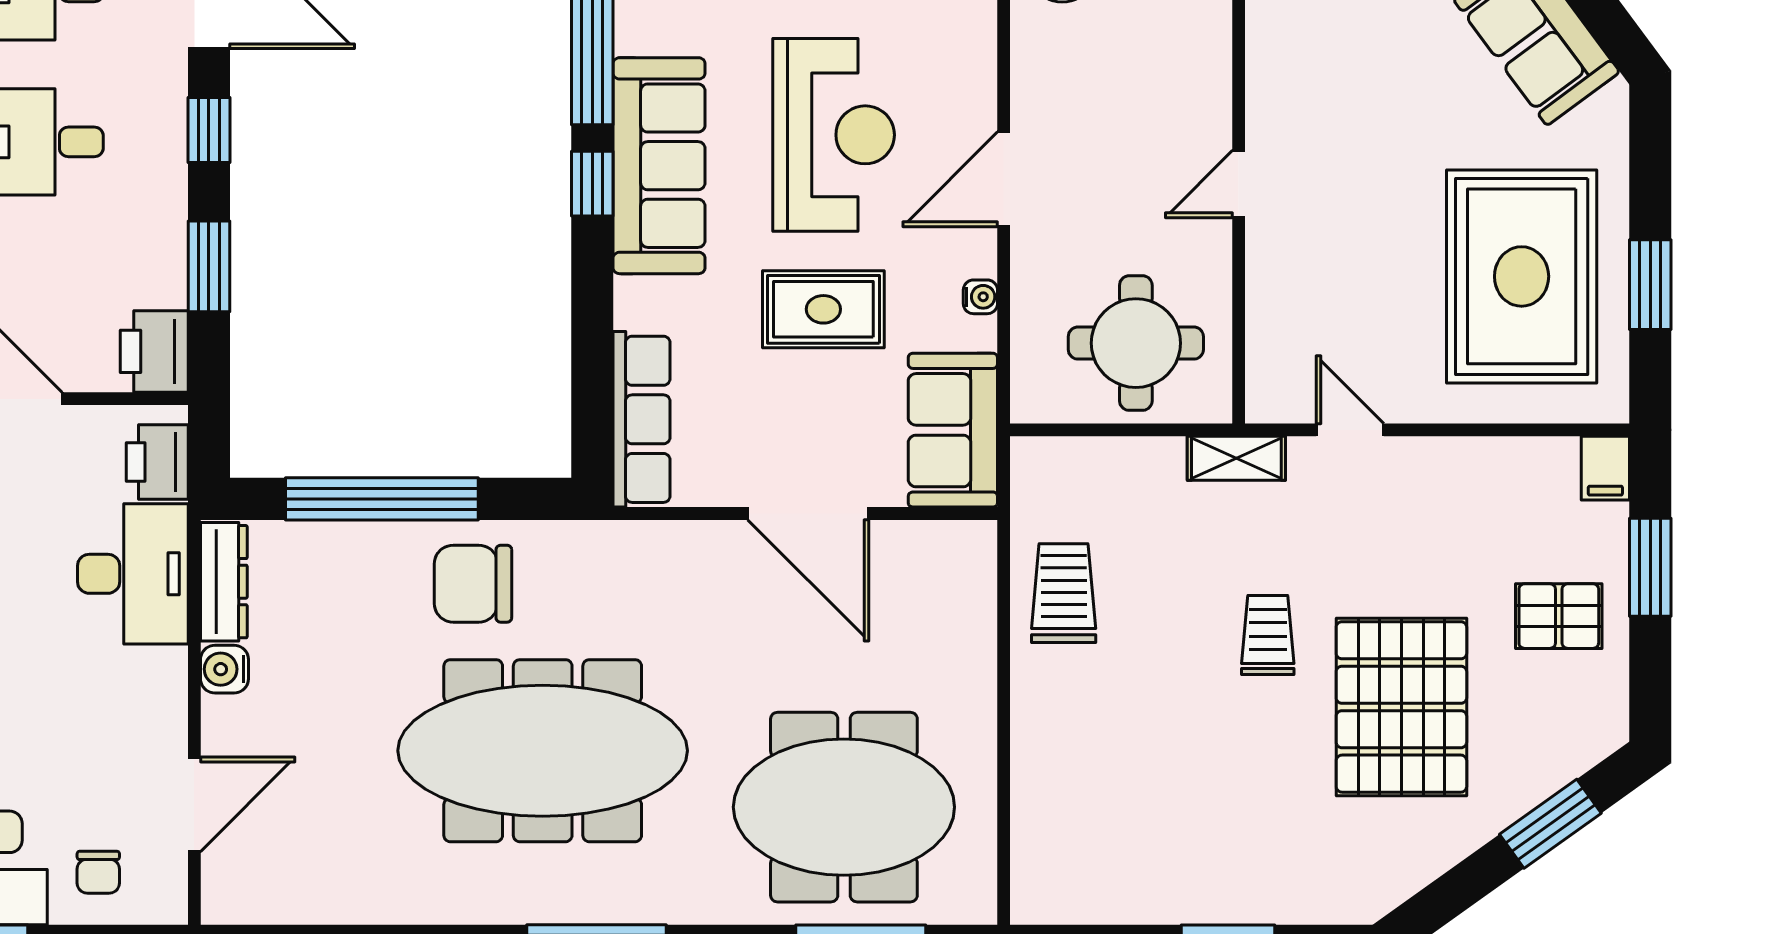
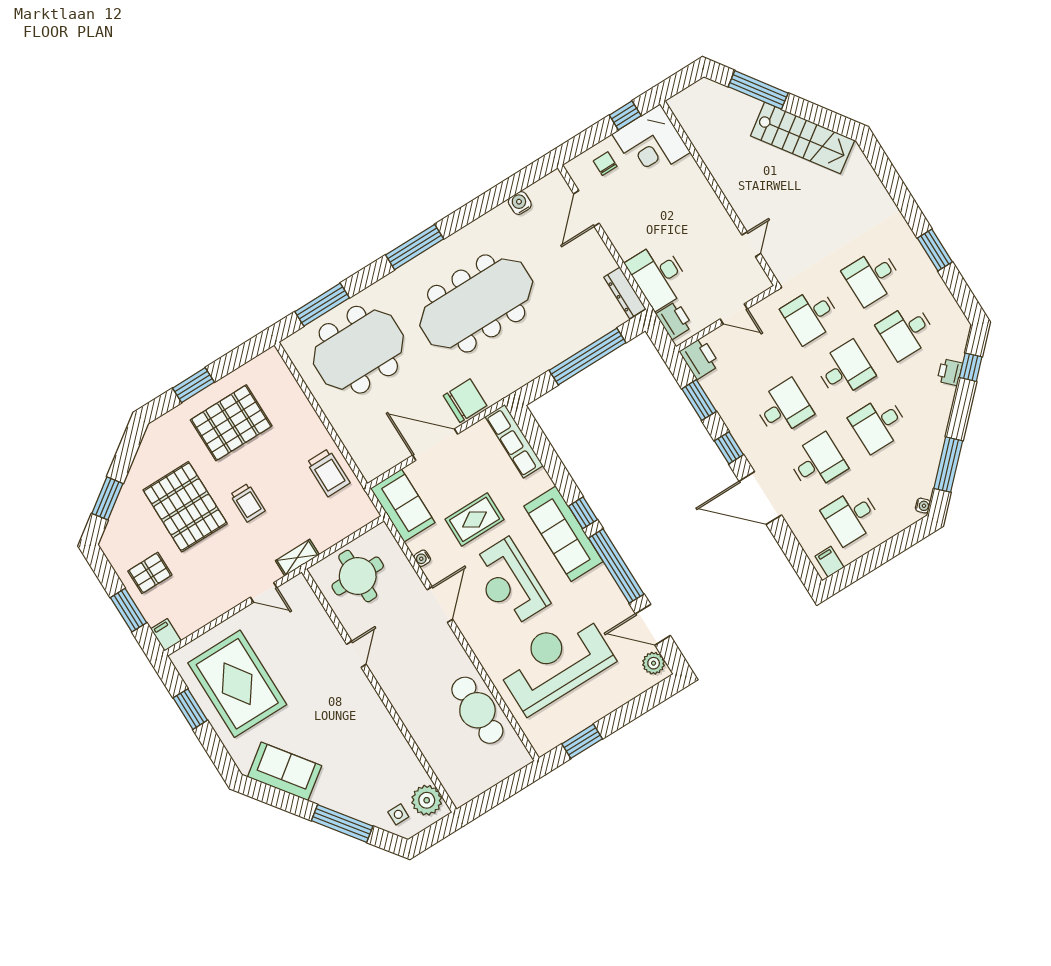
chair: (473, 584) -> (465, 401), moved
water cooler: (224, 669) -> (520, 203), moved, turned -90
pallet: (1199, 820) -> (231, 423), added

